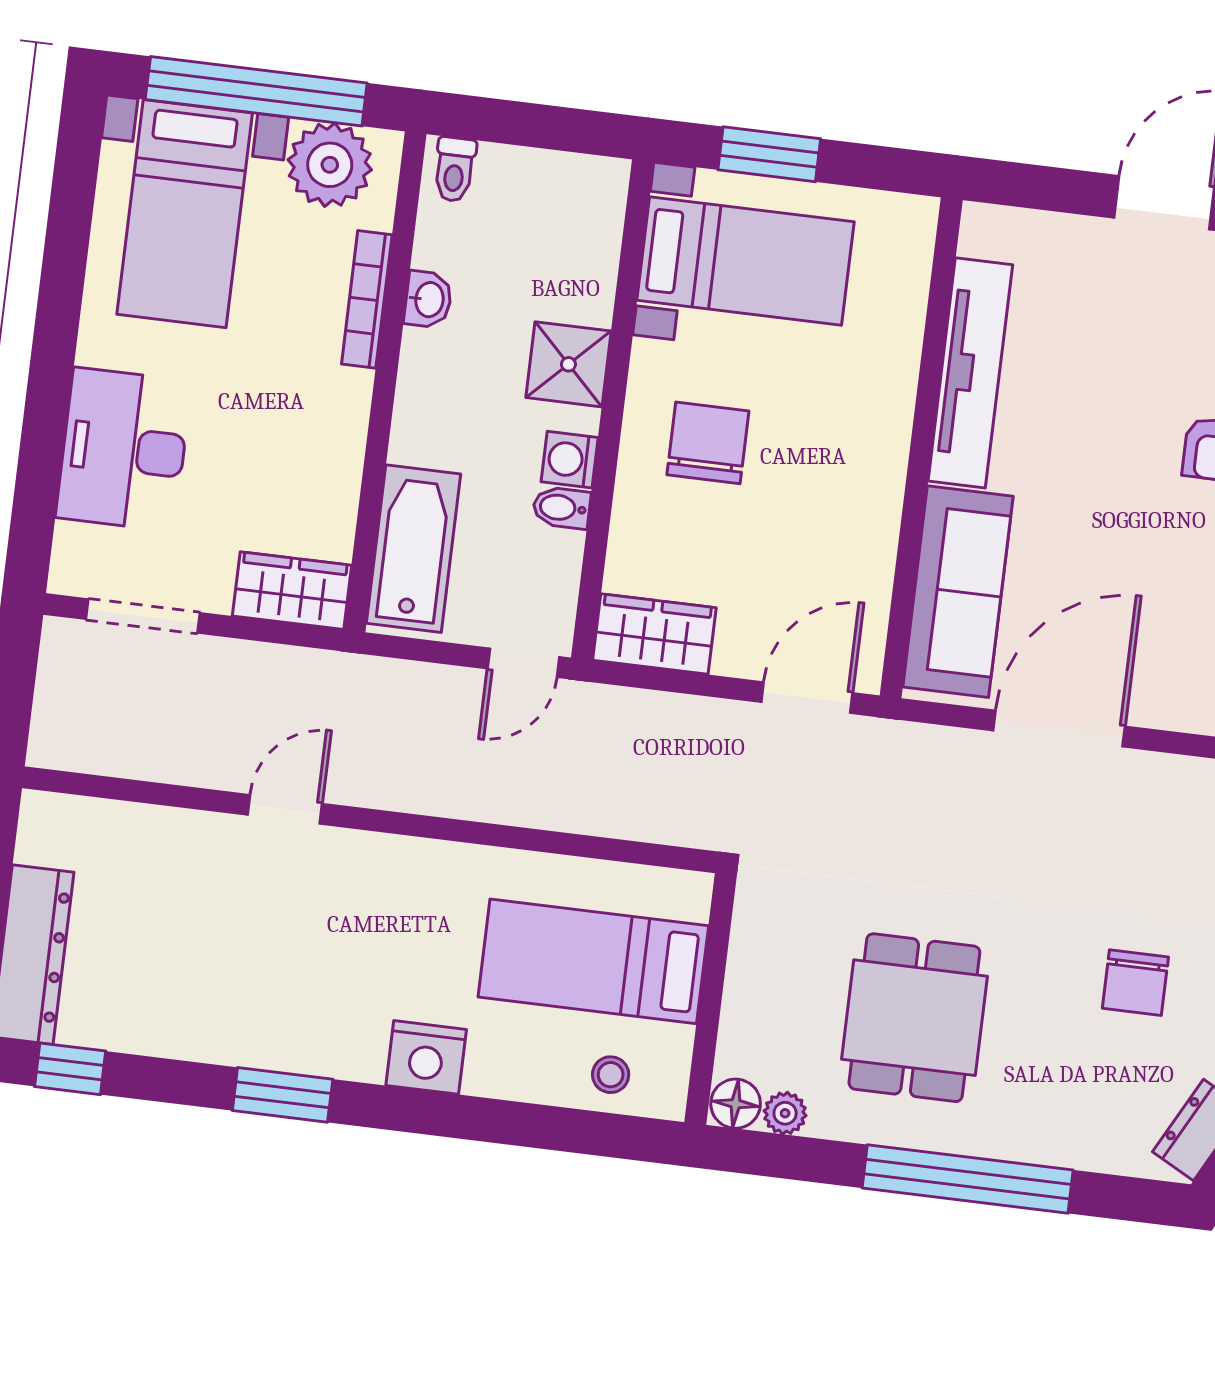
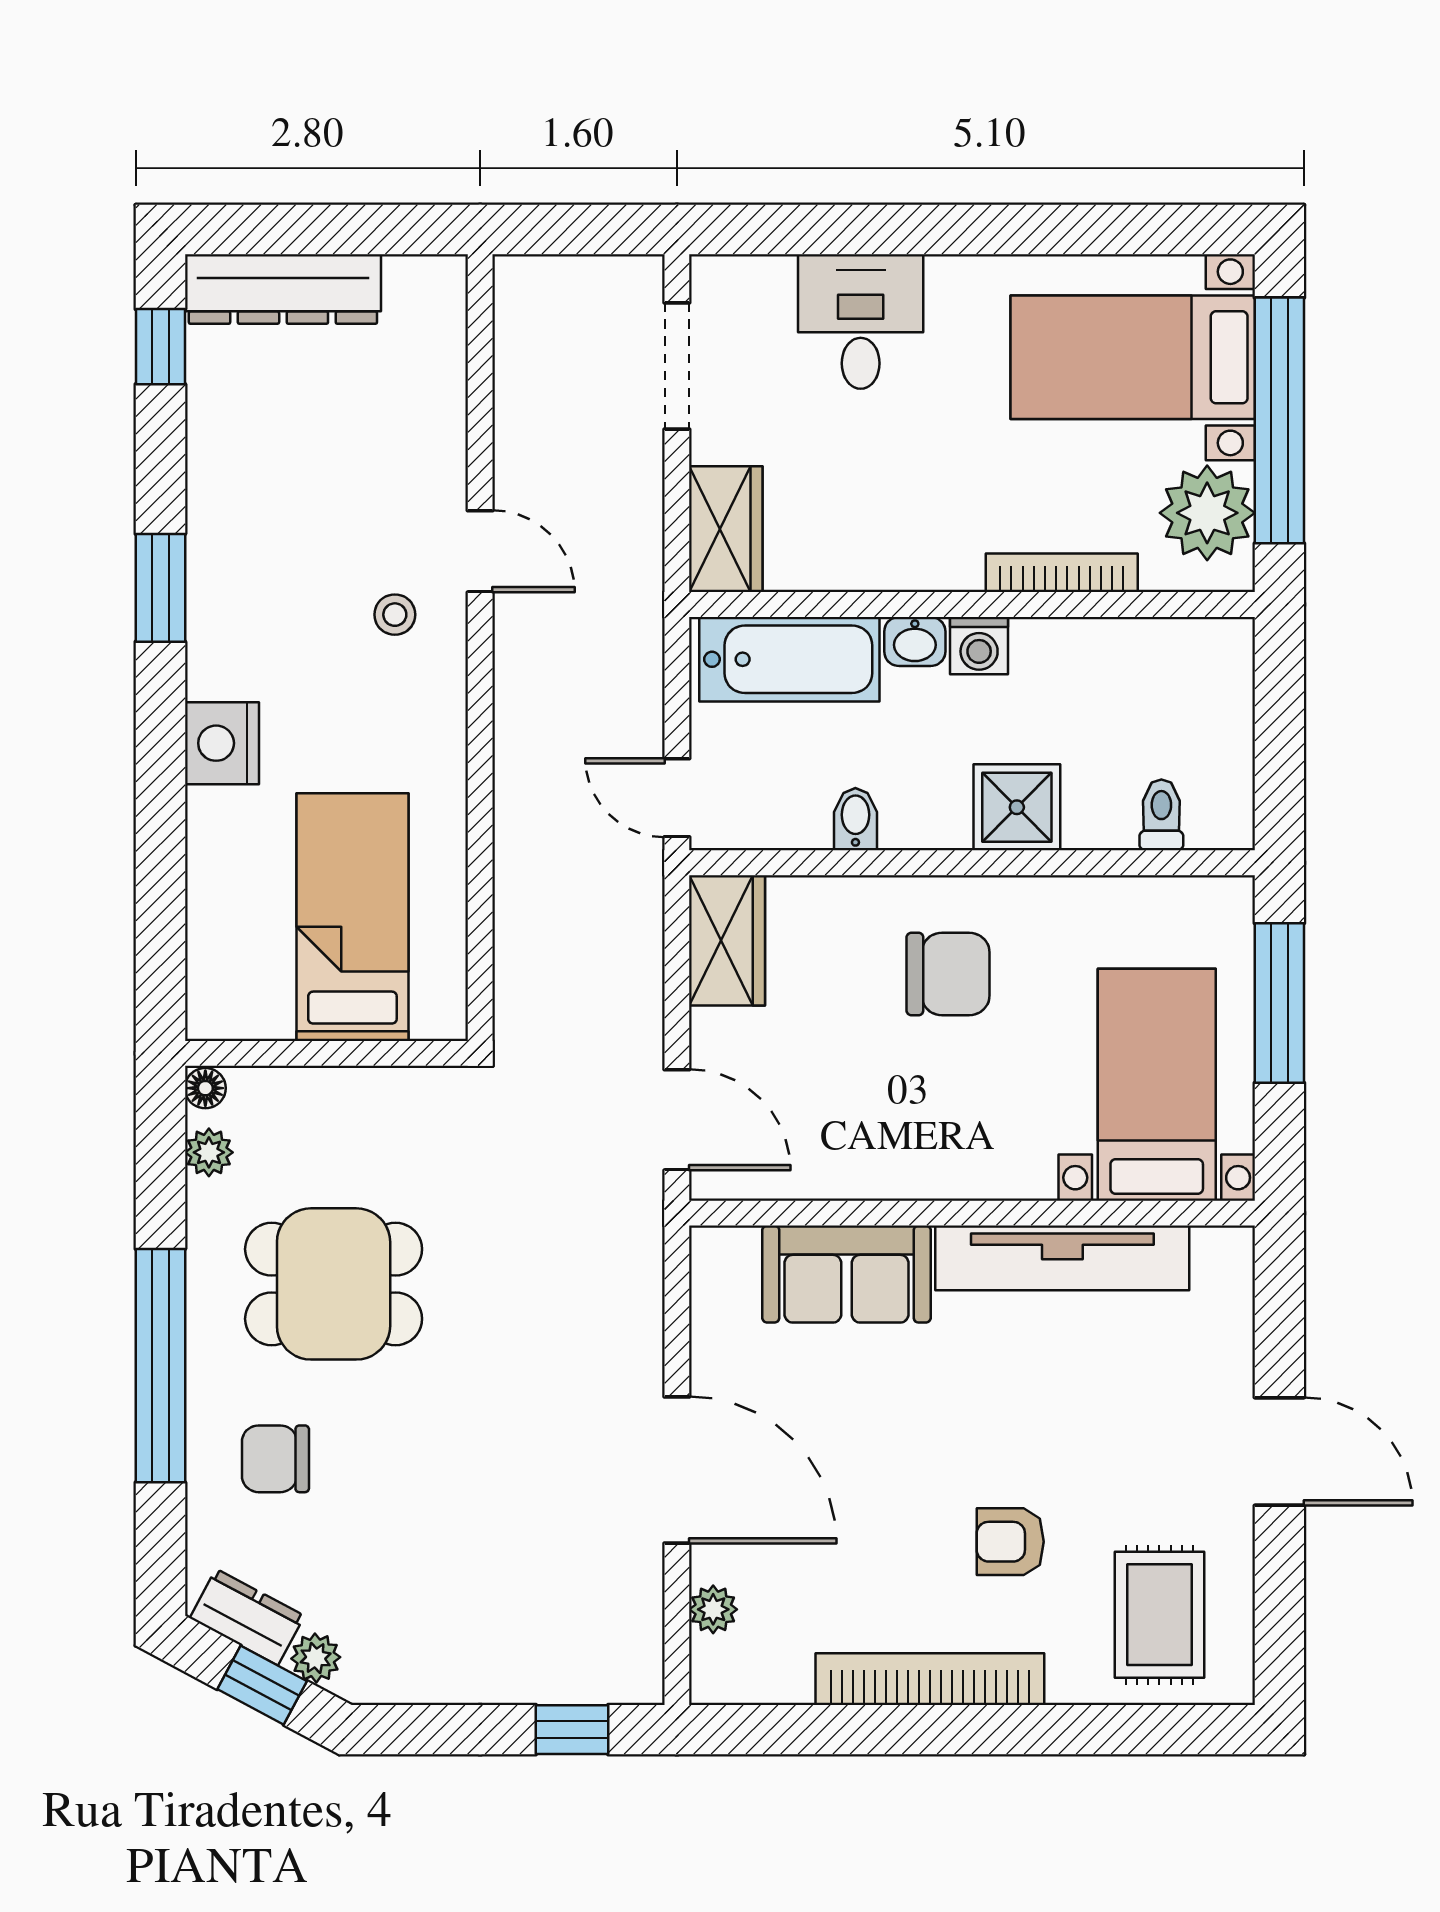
window: (769, 154) -> (1279, 1003), width x1.44
toilet: (455, 169) -> (1161, 815), moved, turned 90
bed with nightstands: (746, 261) -> (1157, 1085), moved, turned 180
washbasin: (428, 299) -> (915, 641), moved
desk: (124, 449) -> (861, 322), width x0.73
washing machine: (570, 460) -> (979, 646), moved, turned 180
sofa: (958, 592) -> (846, 1274), width x0.73
door: (1059, 729) -> (677, 1470), moved
chair: (1135, 983) -> (275, 1459), moved
stool: (611, 1075) -> (395, 615), moved
floor lamp: (736, 1104) -> (205, 1088), width x0.73, depth x0.73

